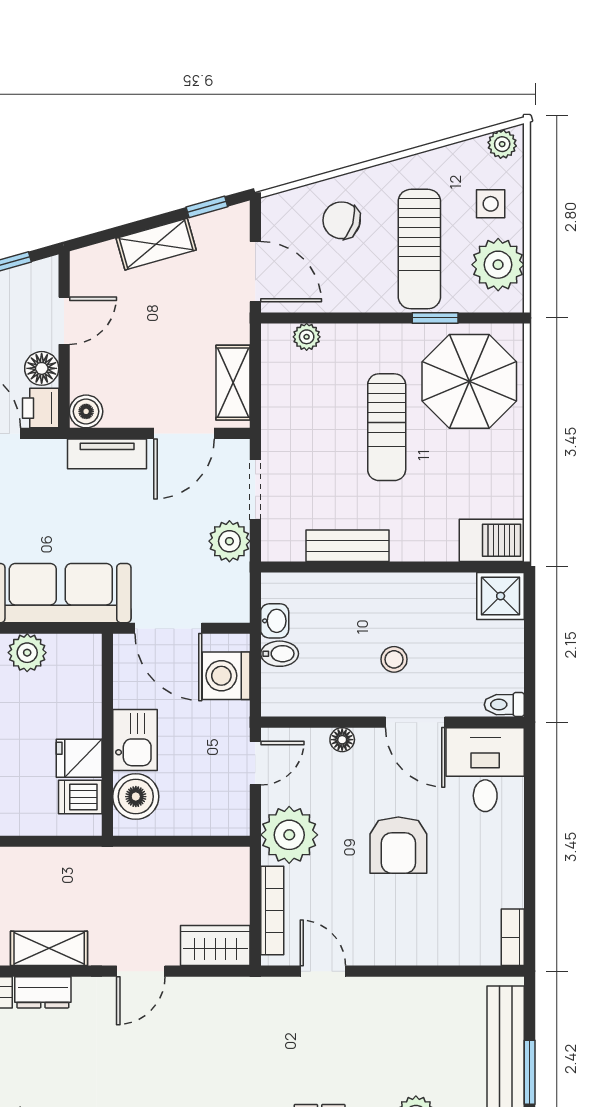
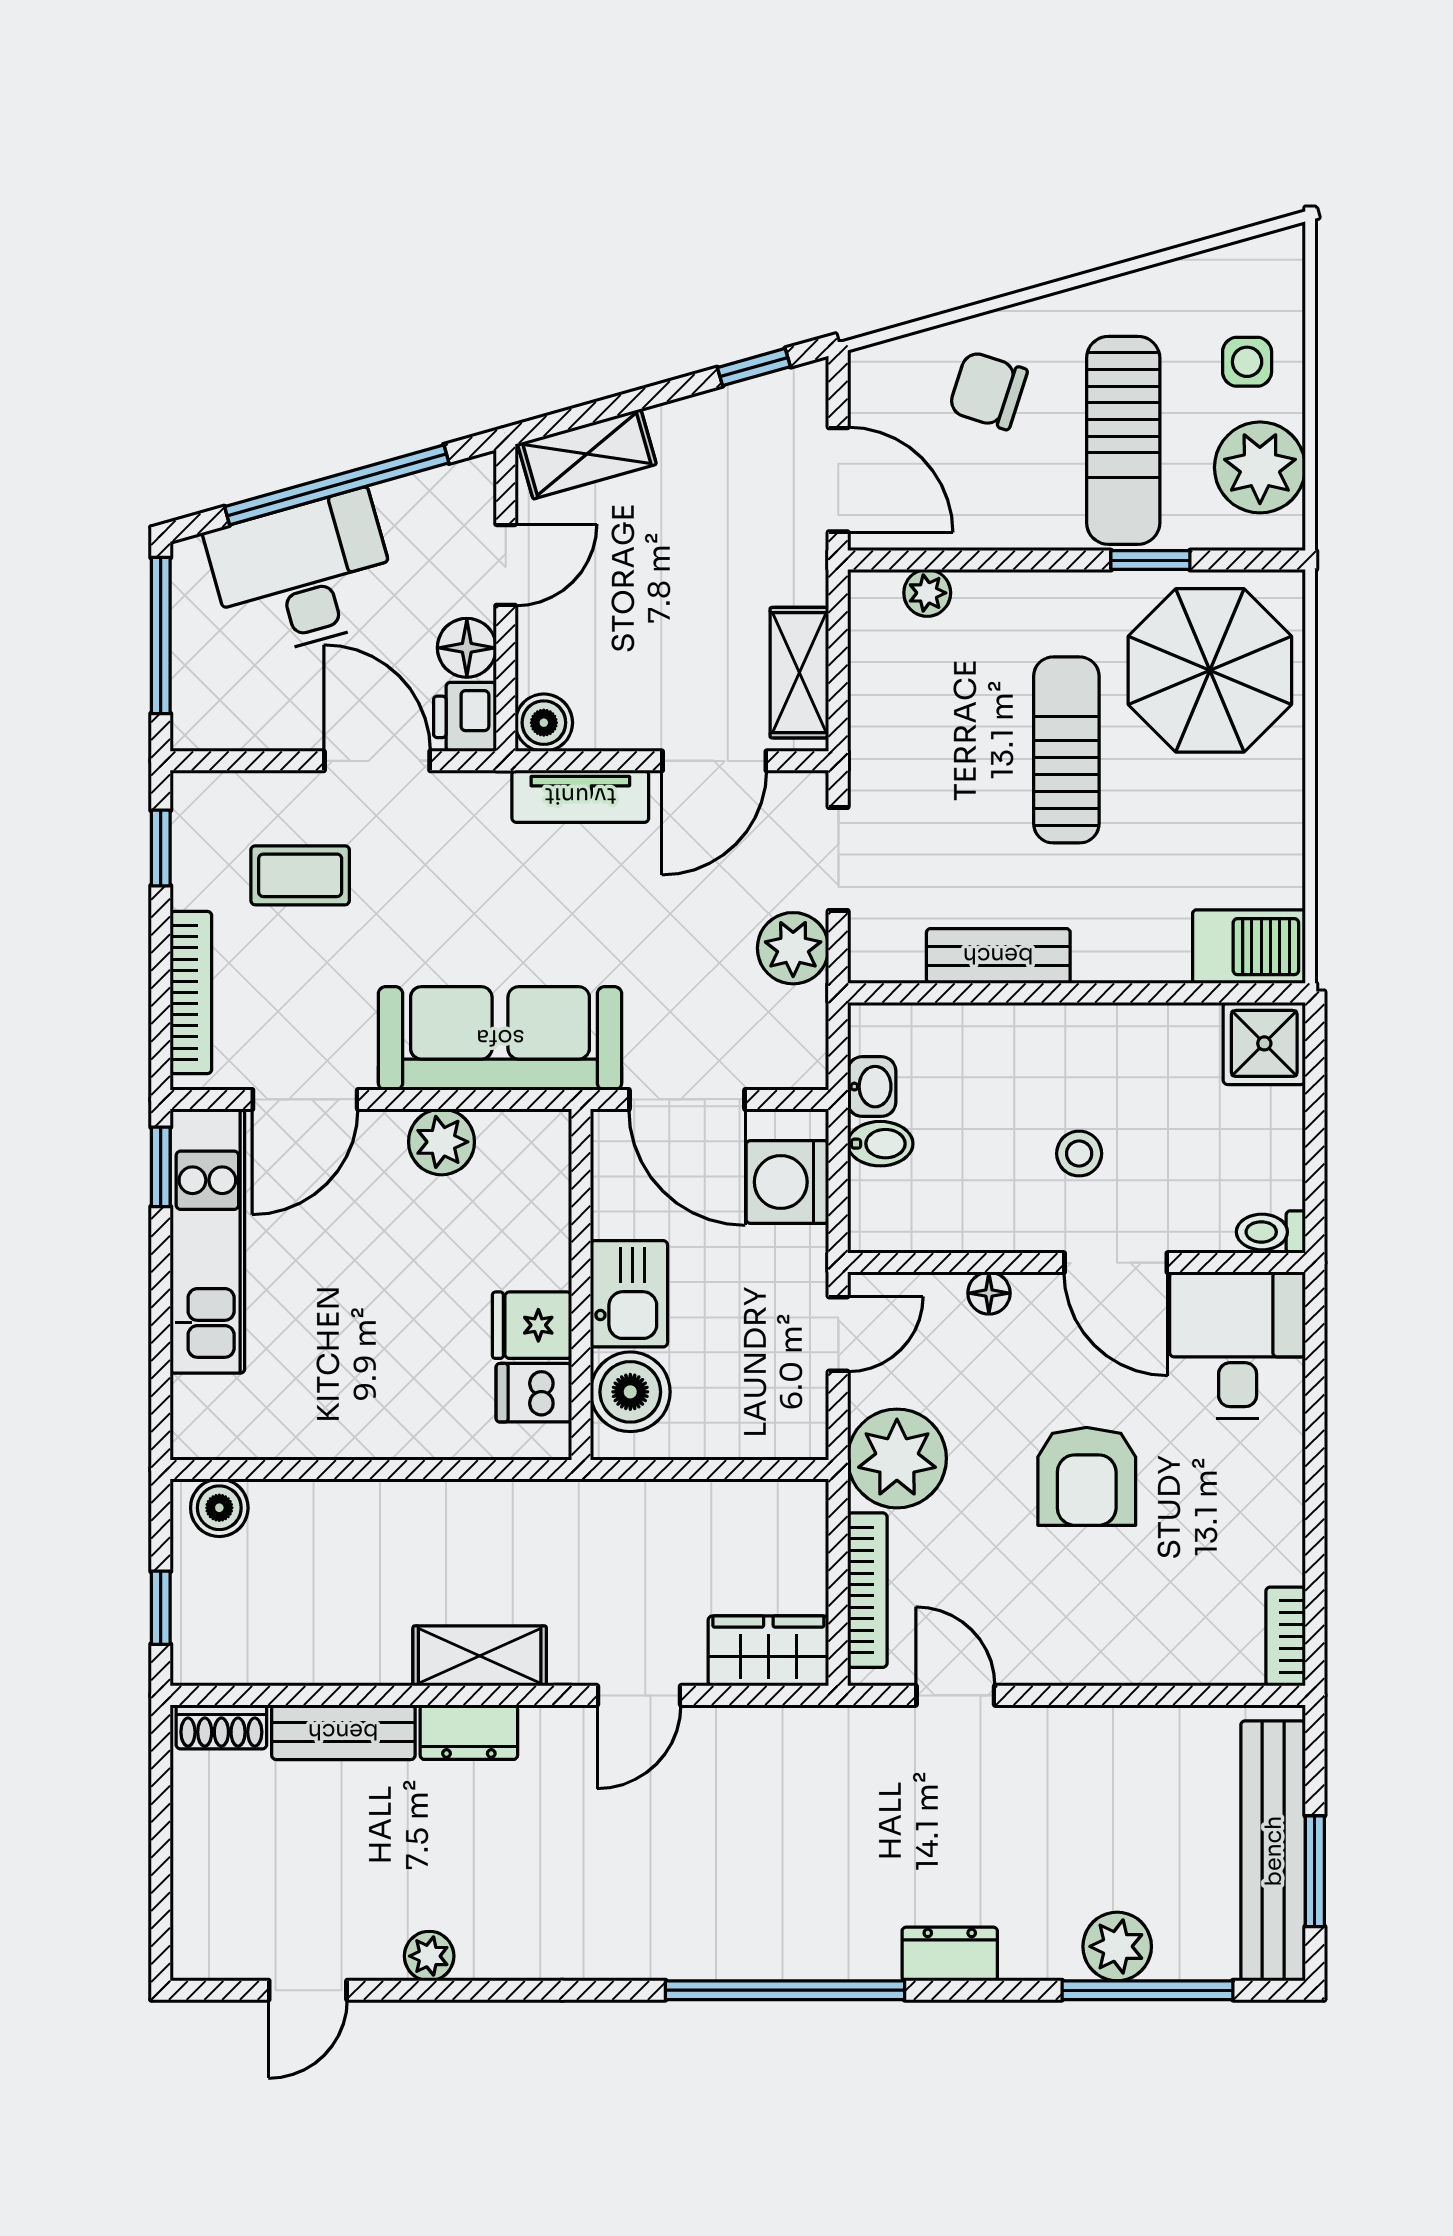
plant: (502, 144) -> (1267, 258), removed
shelving: (156, 244) -> (587, 454), moved
sun lounger: (387, 427) -> (1066, 750), turned 180

